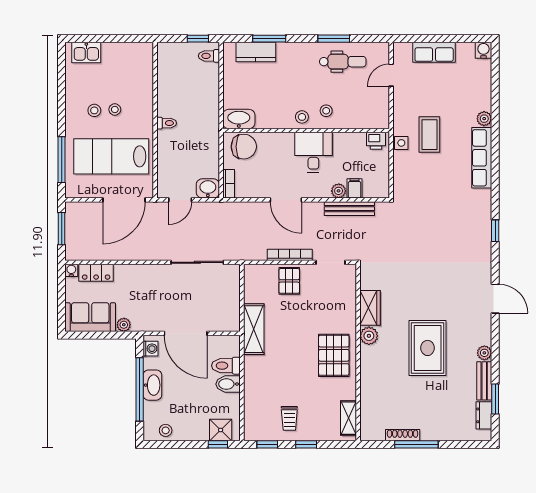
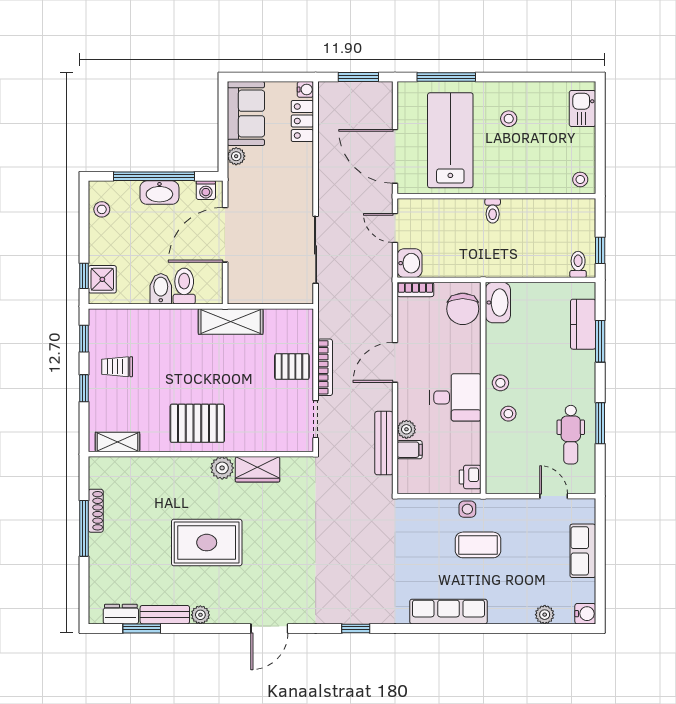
stool: (115, 110) -> (580, 179), moved
plant: (484, 119) -> (545, 615), moved

